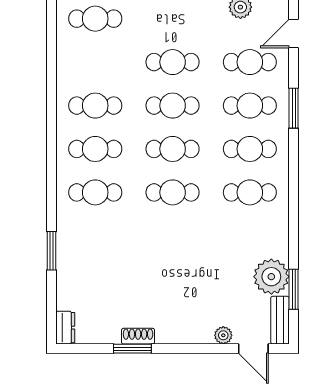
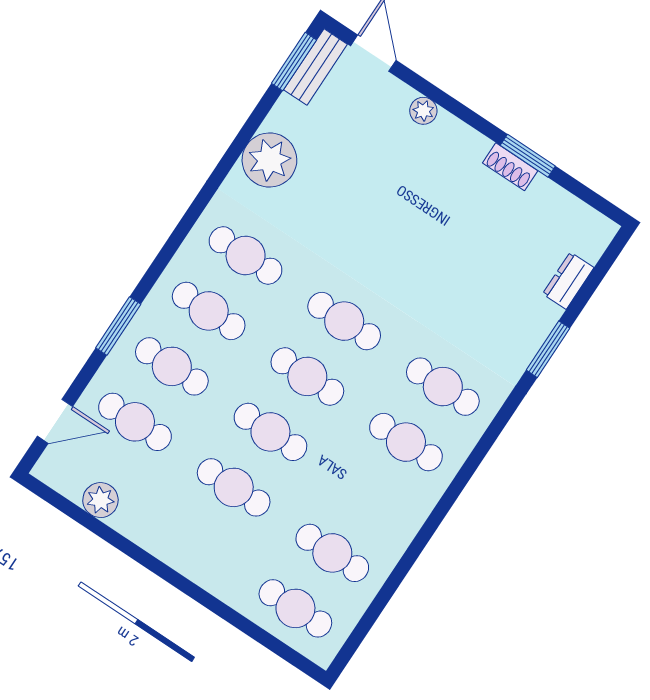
cafe table: (95, 106) -> (332, 553), moved
plant: (271, 277) -> (269, 160), moved
window: (294, 289) -> (294, 62), moved
dresser: (65, 328) -> (568, 281), moved
plant: (223, 335) -> (423, 111), moved

